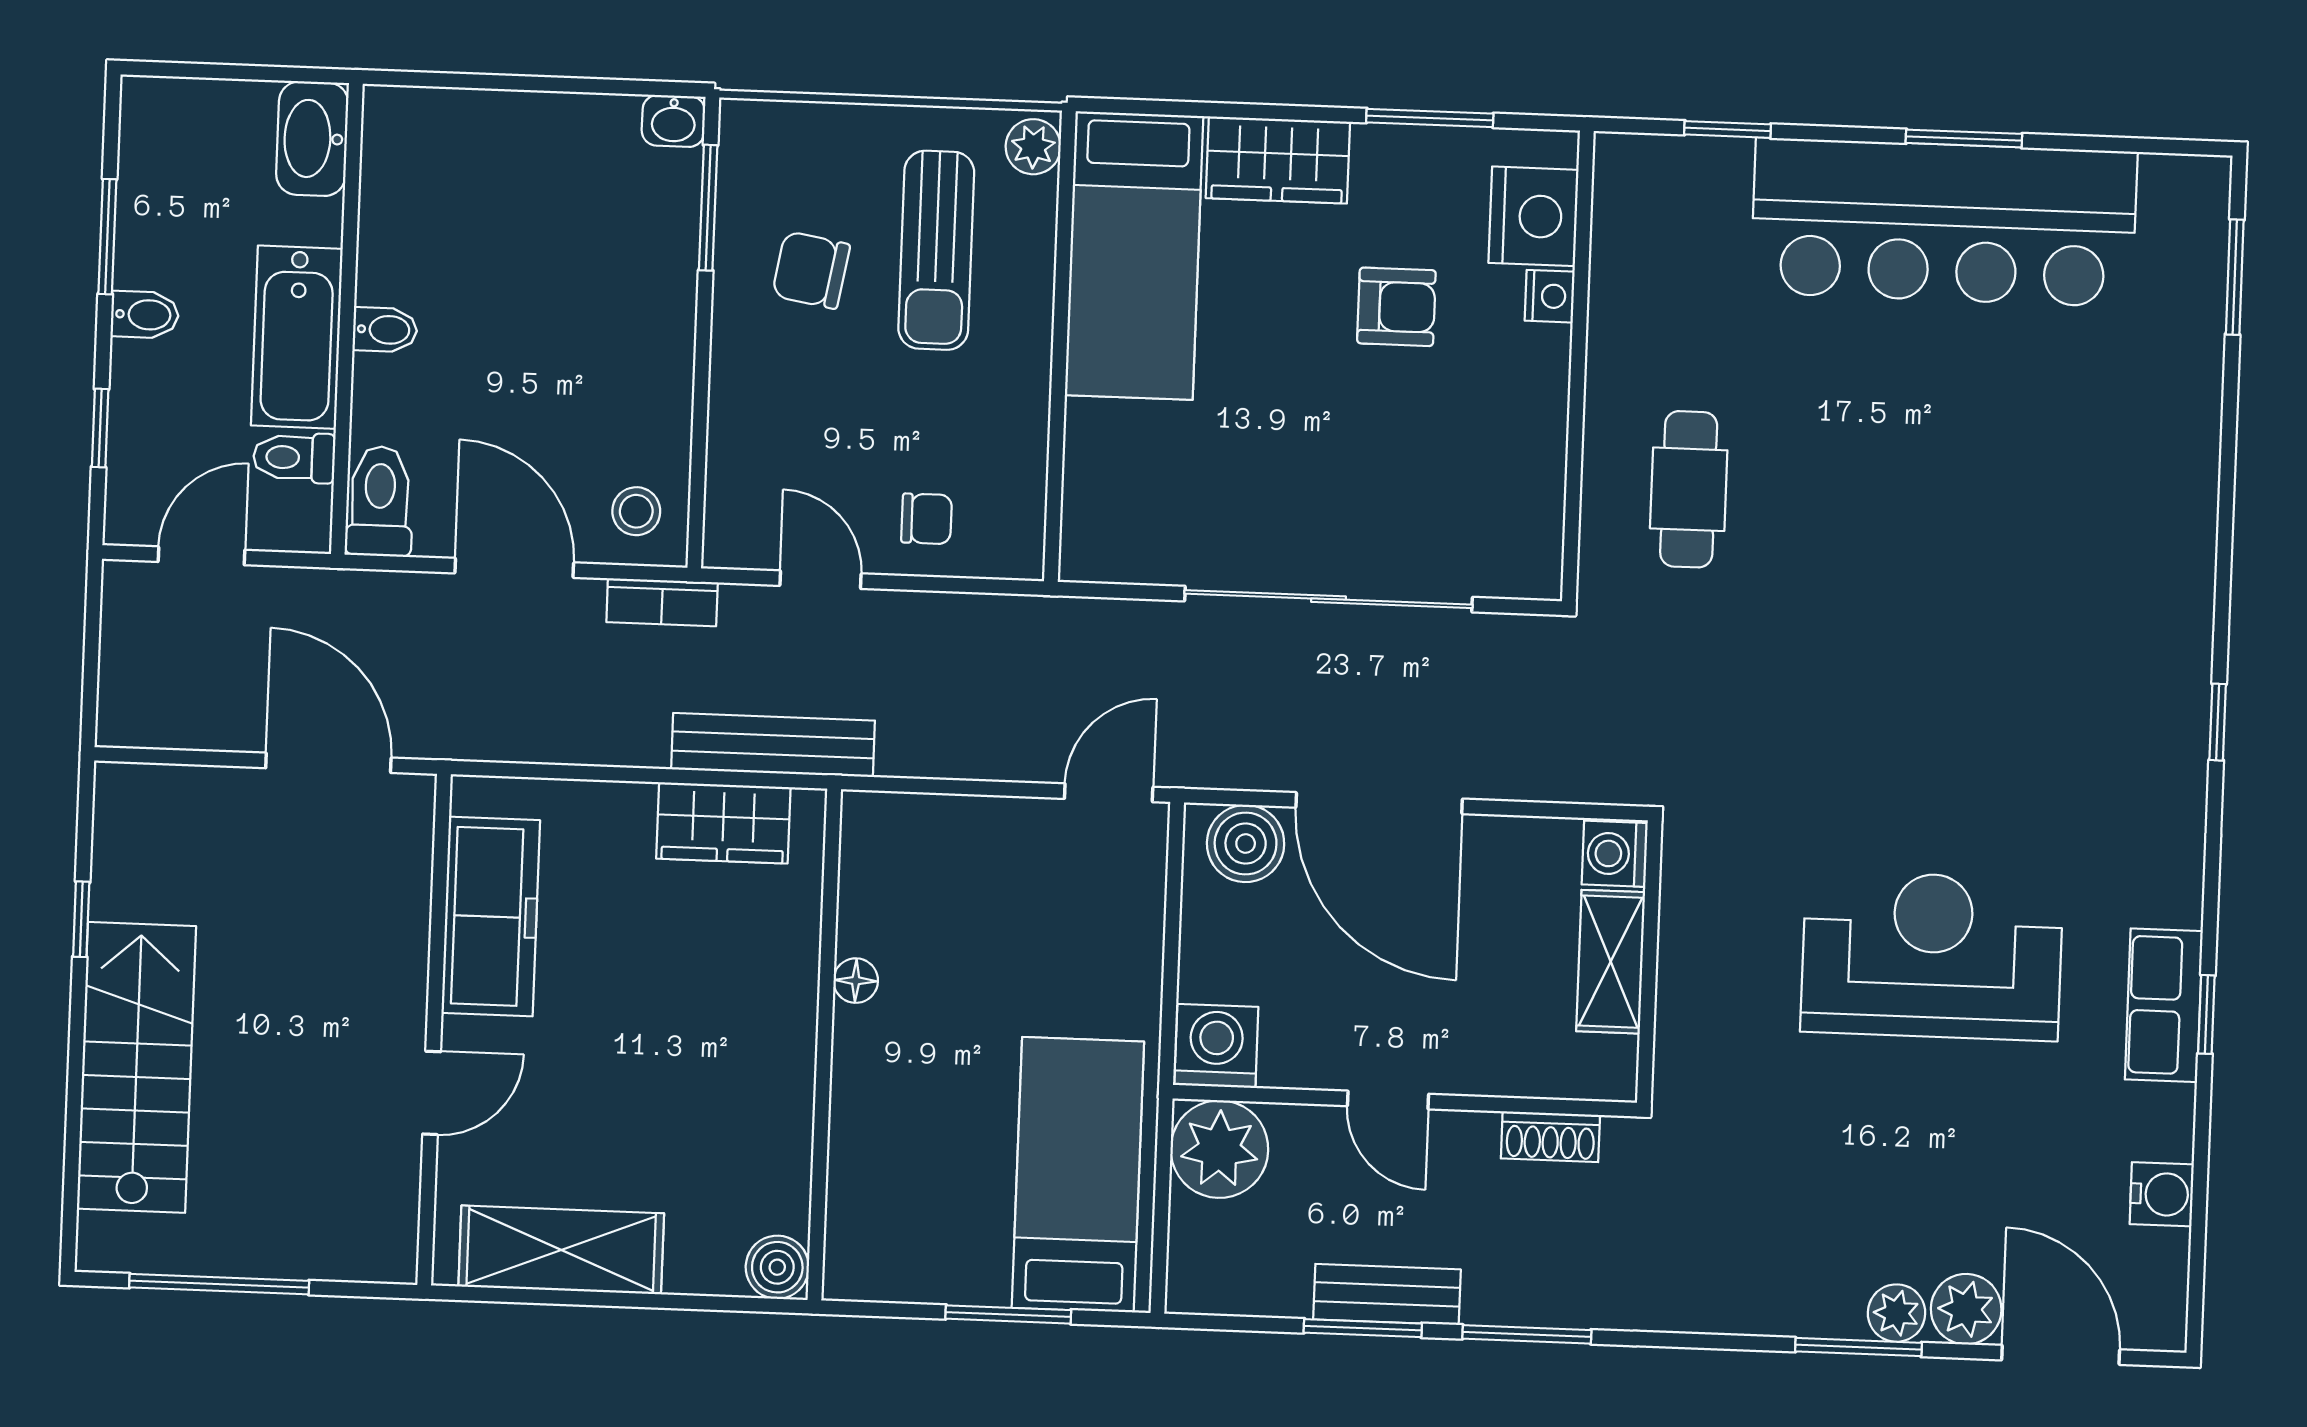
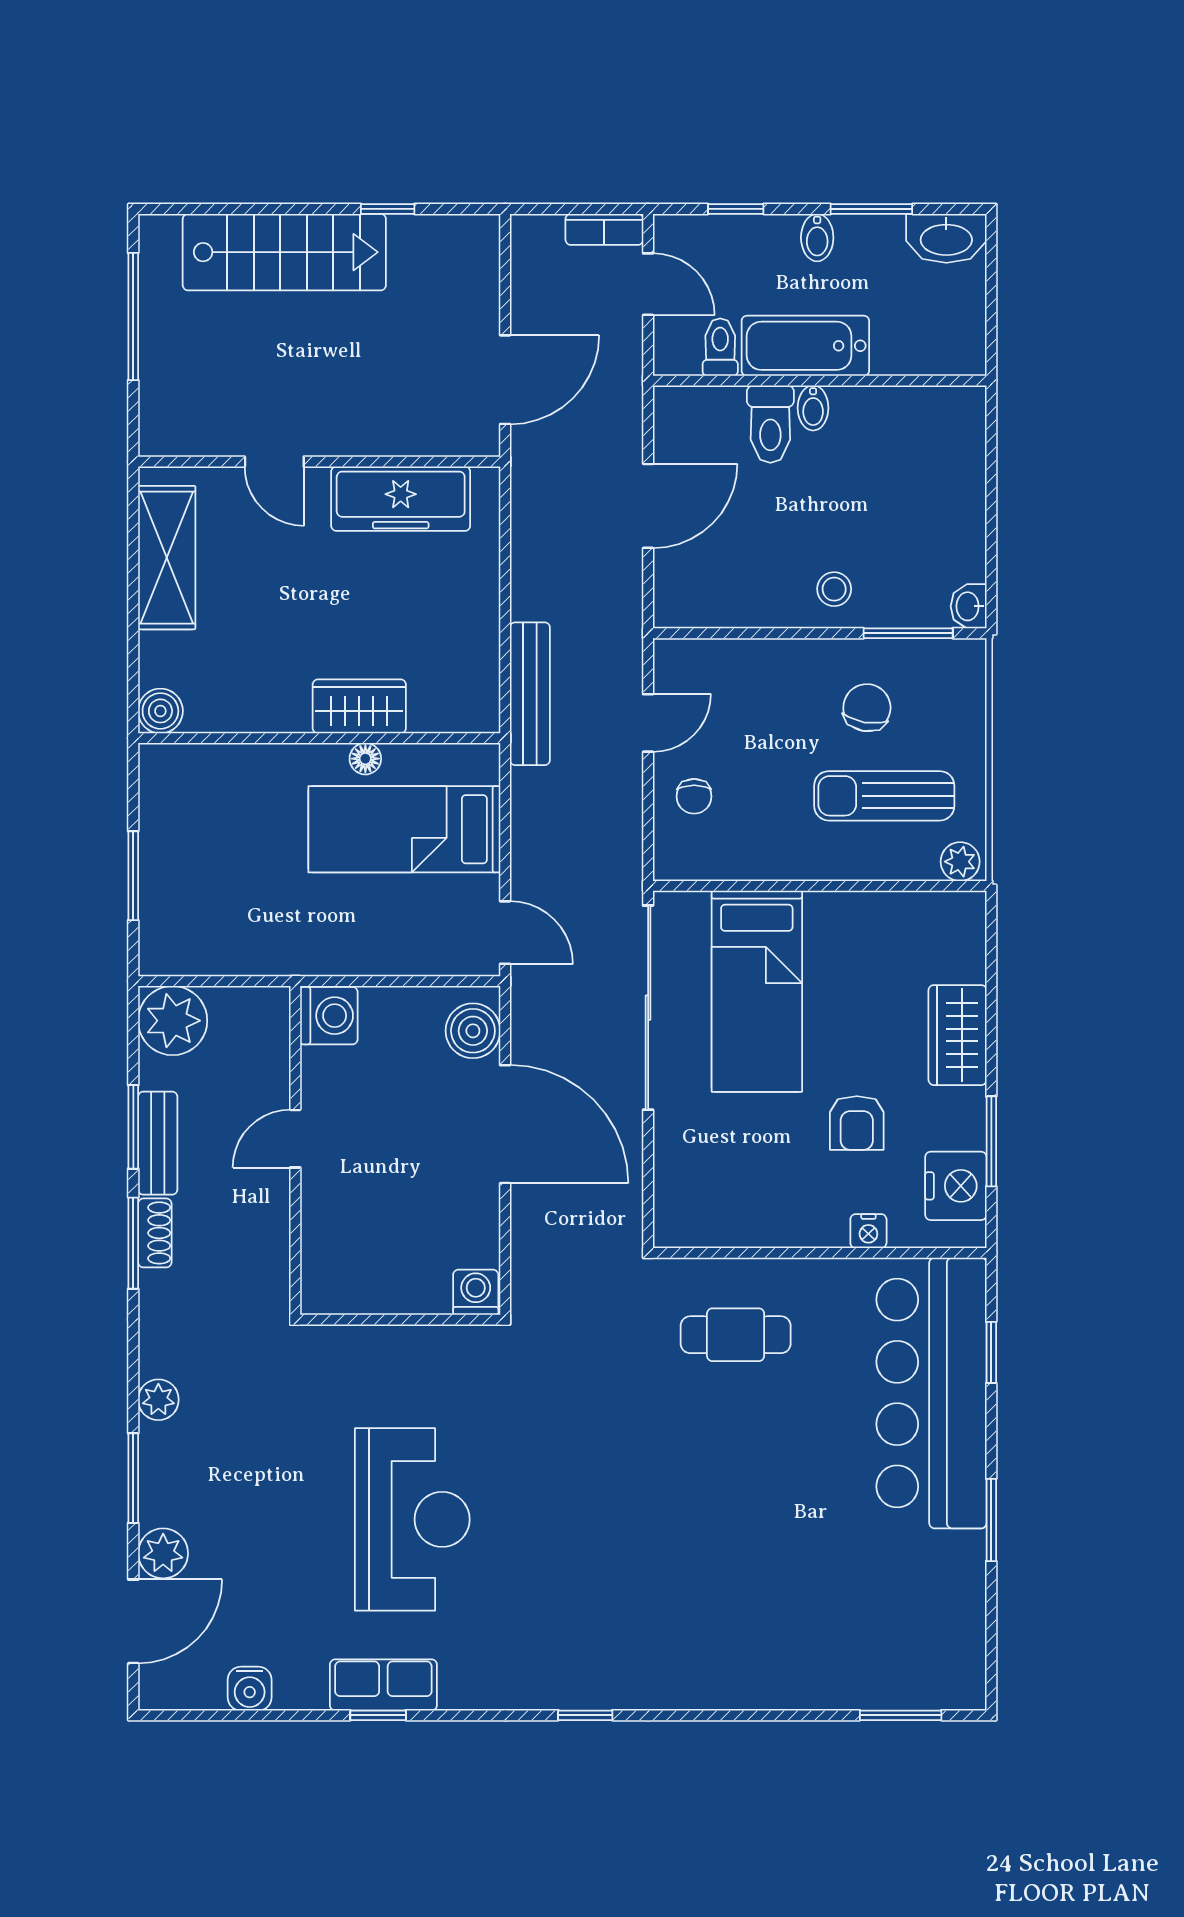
washbasin: (312, 139) -> (946, 238), moved, turned 180
nightstand: (1534, 216) -> (956, 1186), moved, turned -90
bar counter: (1944, 222) -> (931, 1393), moved
bed: (1134, 256) -> (757, 991), moved, turned -90
toilet: (380, 501) -> (770, 424), moved, turned 90
stool: (636, 511) -> (834, 589), moved
sliding door: (1328, 599) -> (648, 1008), moved
bookcase: (662, 602) -> (604, 229), moved, turned -90
door: (1379, 803) -> (505, 1124), swing flipped
wardrobe: (723, 823) -> (359, 706), moved, turned 90
shelving: (1611, 962) -> (399, 1292), removed
shoe rack: (1550, 1137) -> (155, 1233), moved, turned 180
plant: (1219, 1149) -> (173, 1021), moved
bed: (1078, 1175) -> (404, 829), moved, turned 180
plant: (1896, 1313) -> (158, 1400), moved

